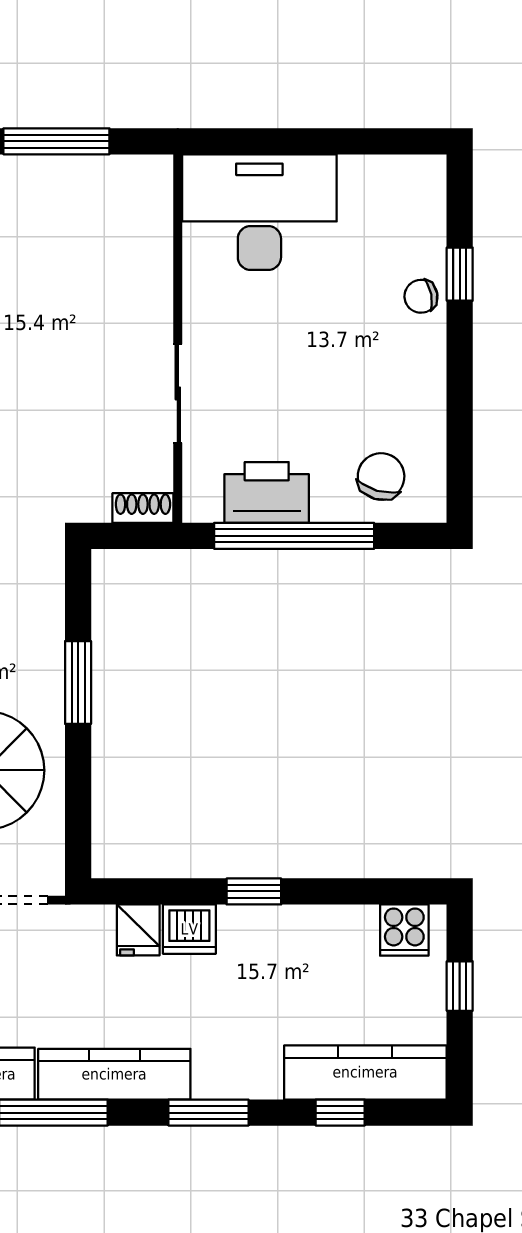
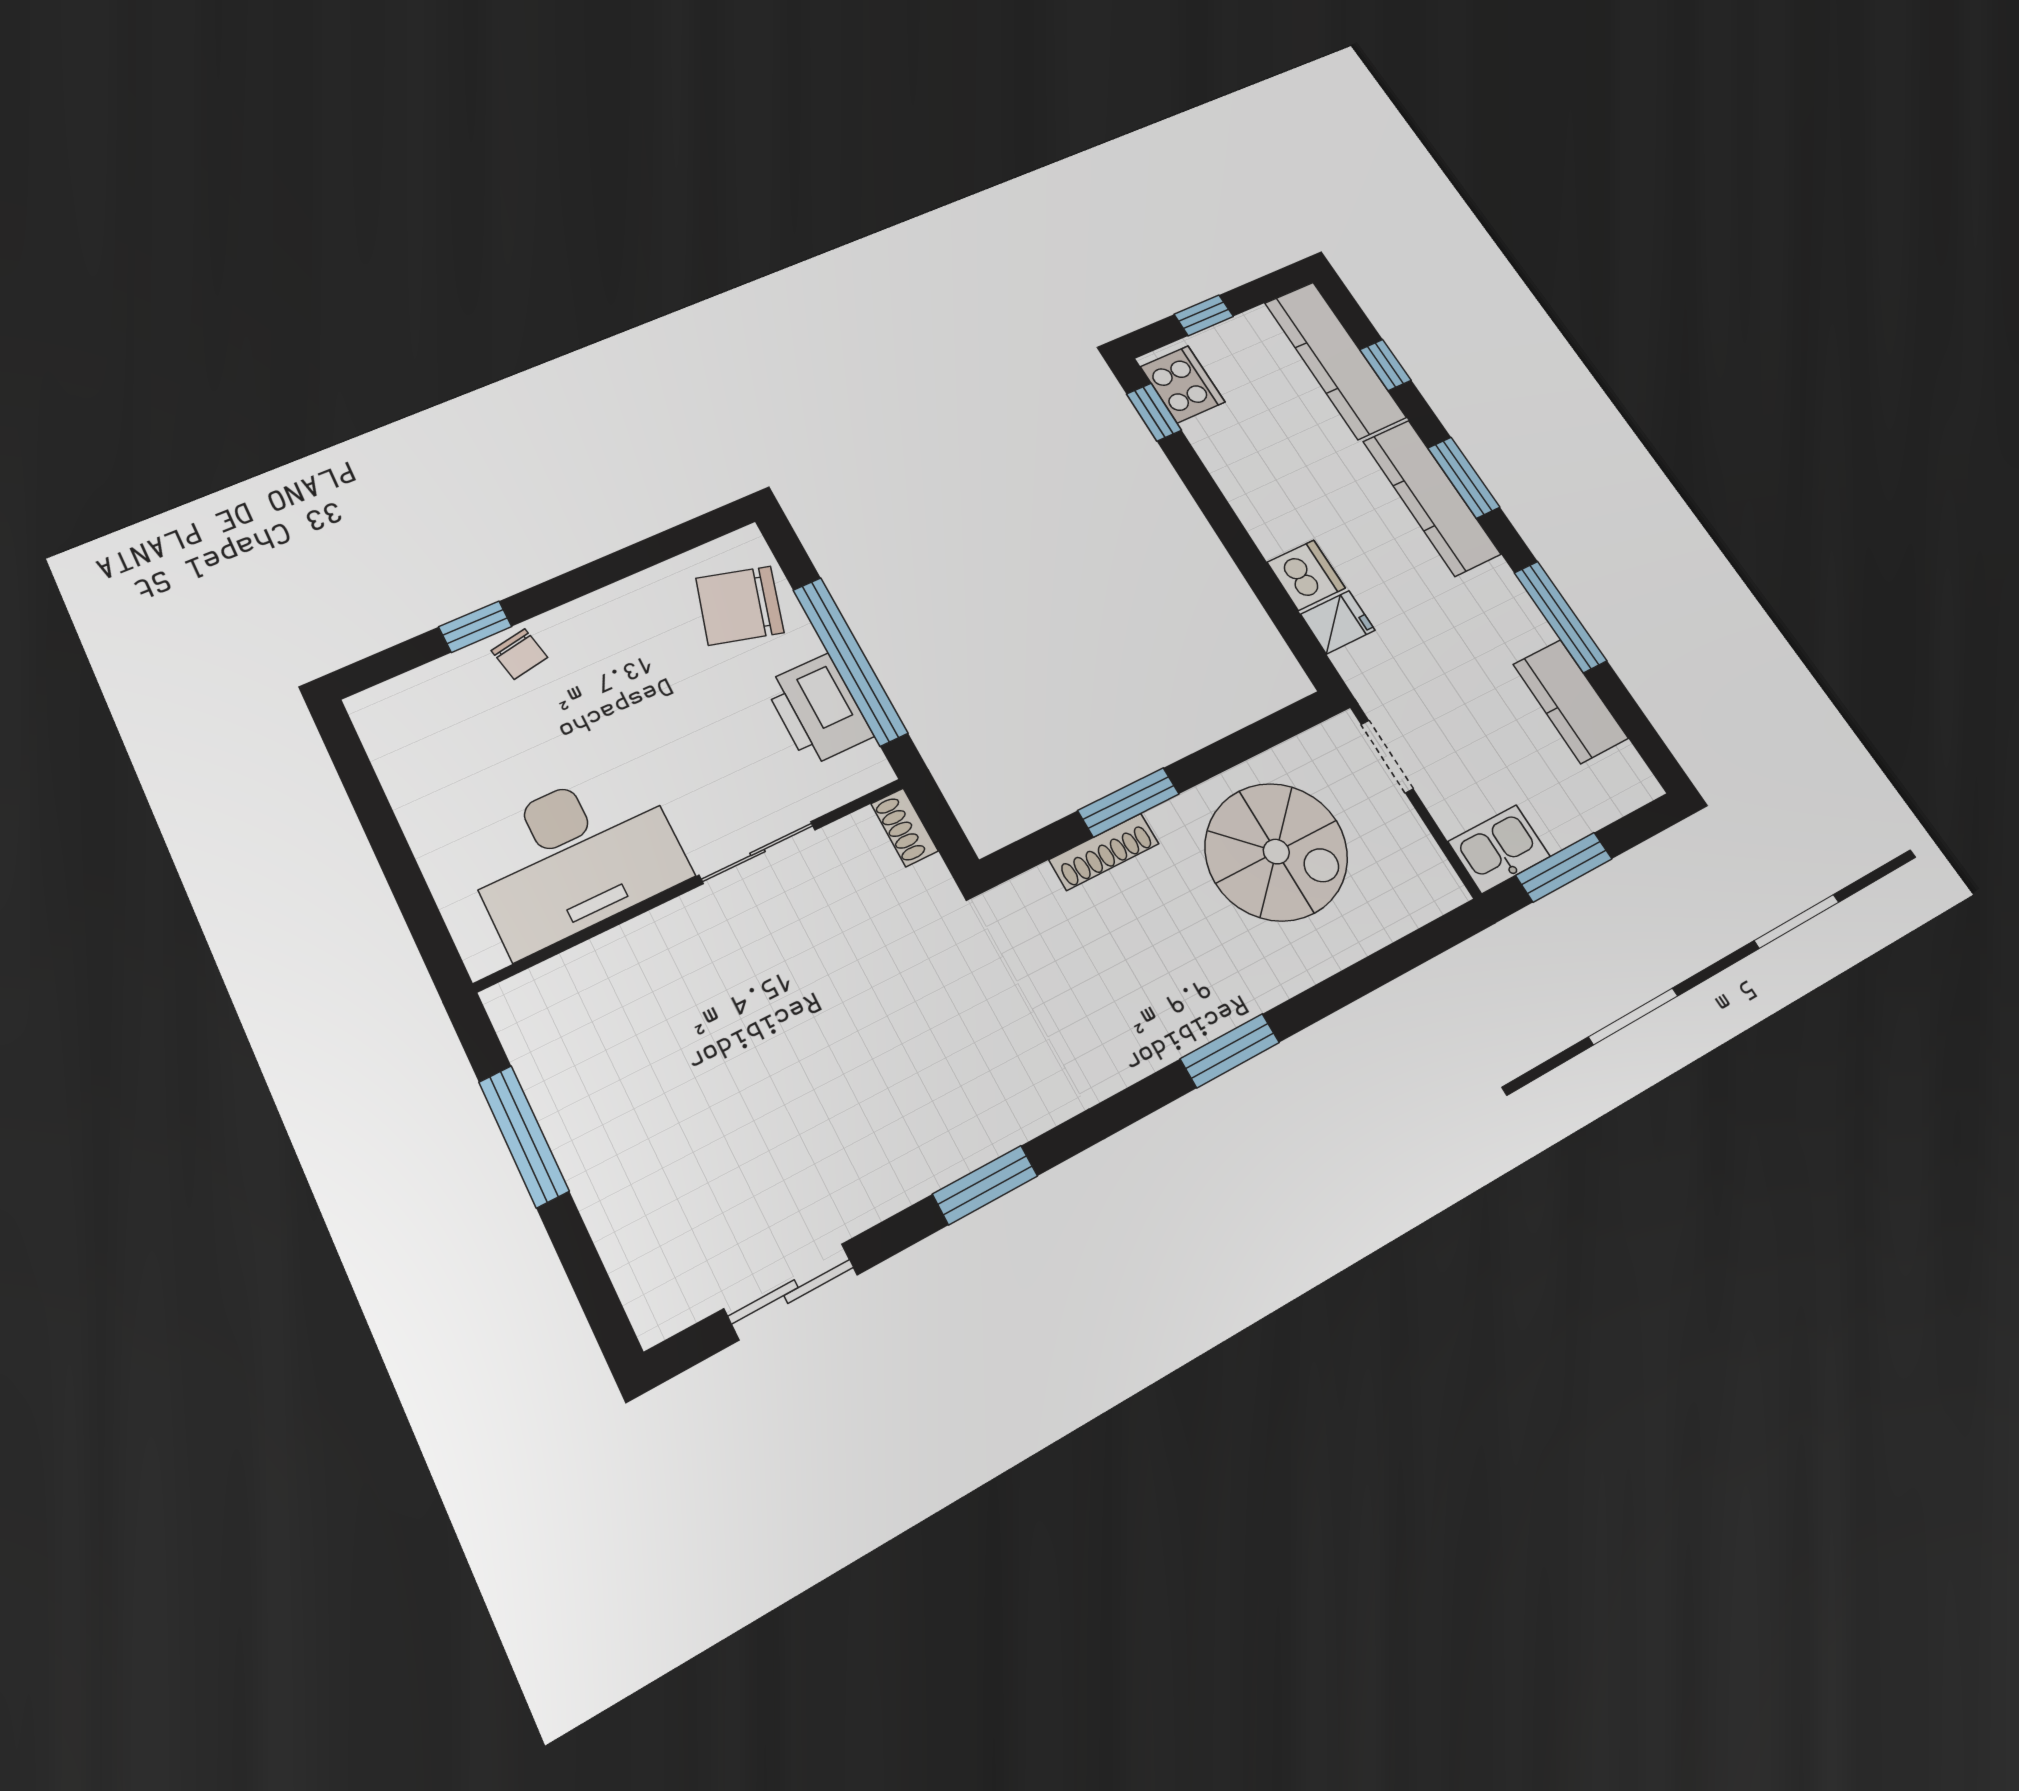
desk: (259, 212) -> (575, 857), moved, turned -90
chair: (381, 476) -> (740, 605), width x1.37, depth x1.37
shoe rack: (50, 643) -> (1104, 852), added
window: (254, 891) -> (1154, 412), moved
cooker: (404, 930) -> (1183, 384), width x1.36
kitchen counter: (114, 1074) -> (1431, 497), moved

